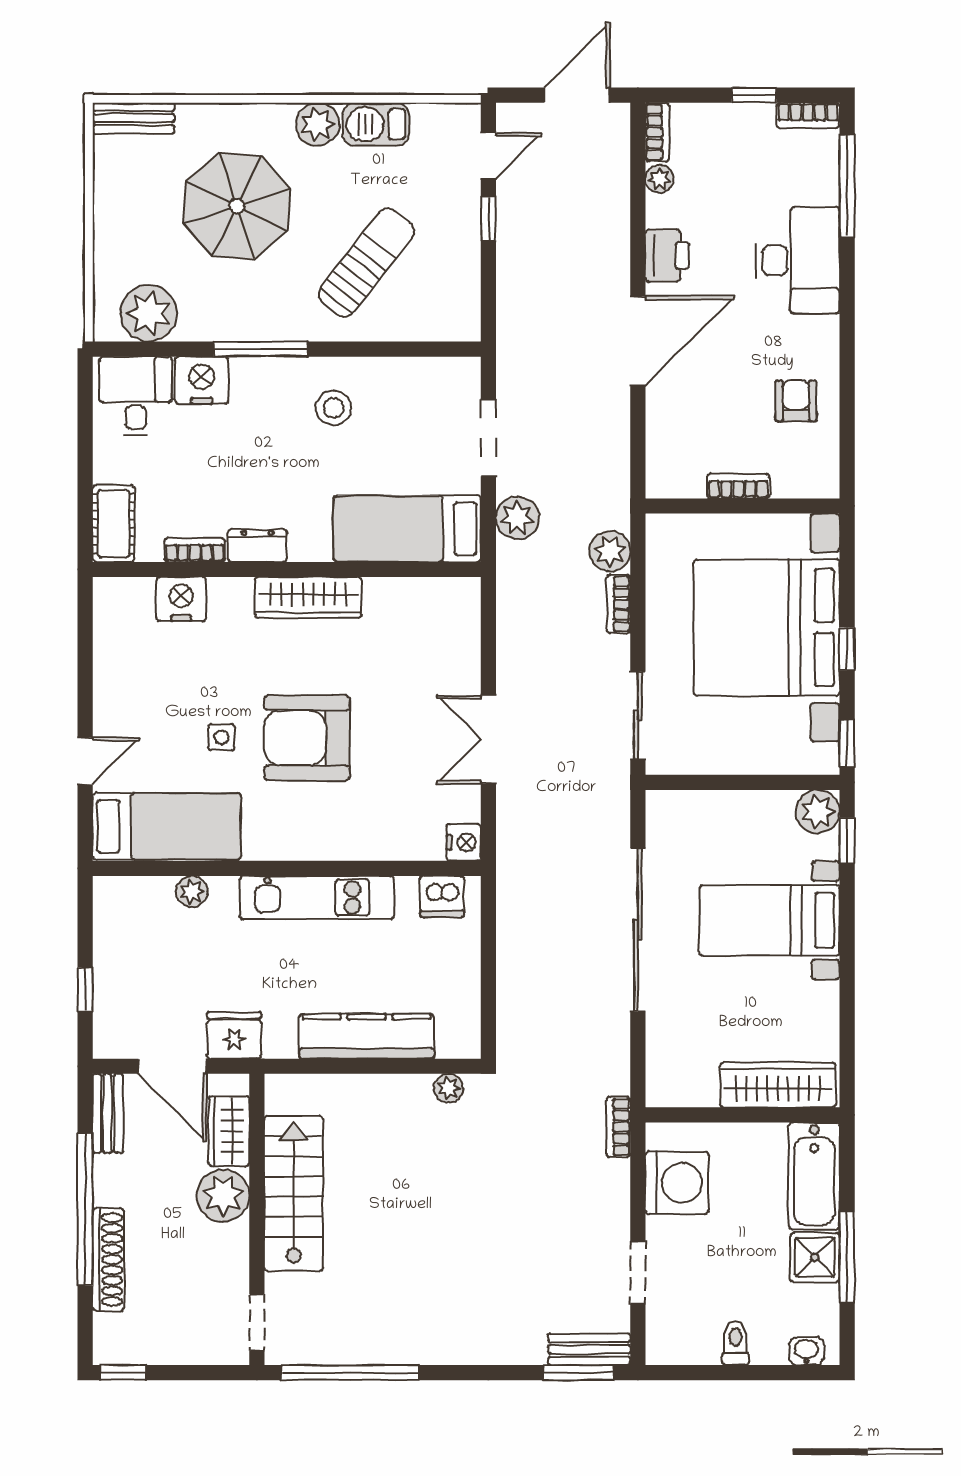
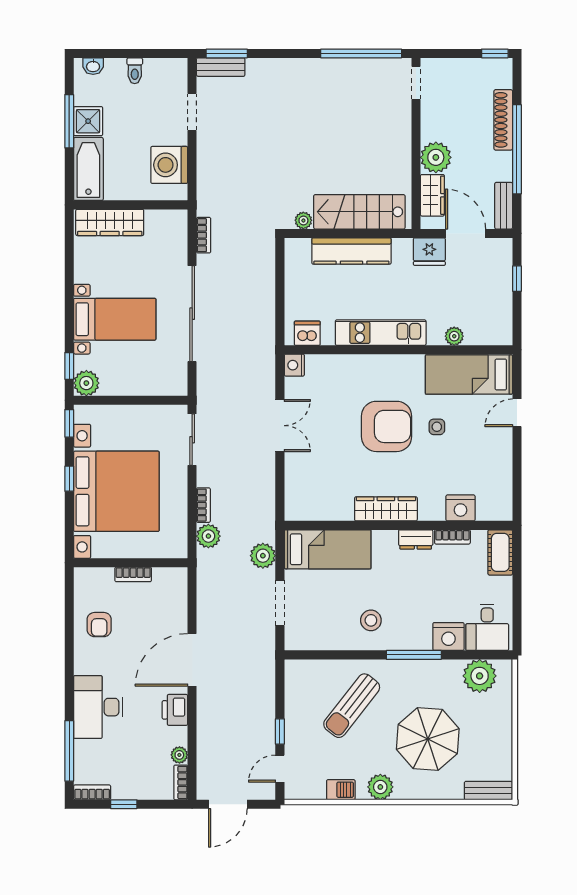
barbecue: (376, 124) -> (341, 790), width x0.73, depth x0.79
bookcase: (618, 1127) -> (204, 235), moved
stairs: (294, 1193) -> (359, 212), moved, turned 90

